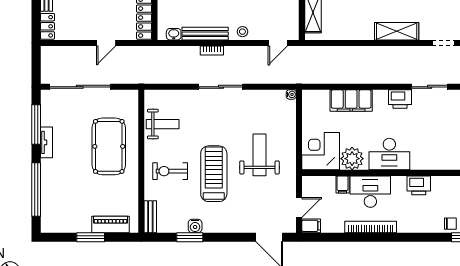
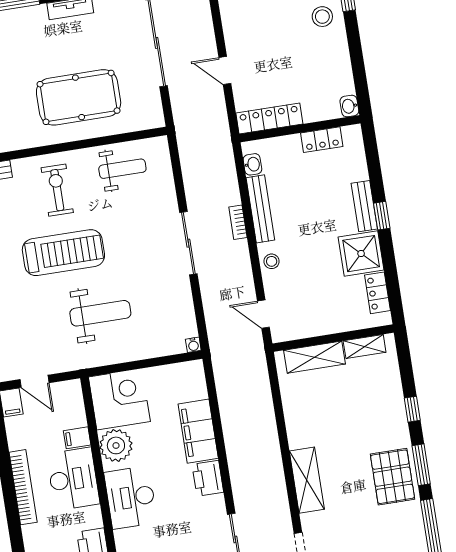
printer: (400, 99) -> (208, 478), moved
weight bench: (163, 124) -> (122, 169), turned -90

